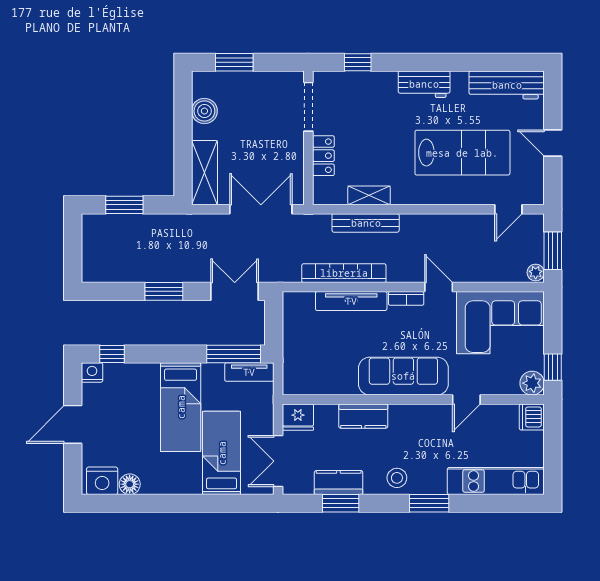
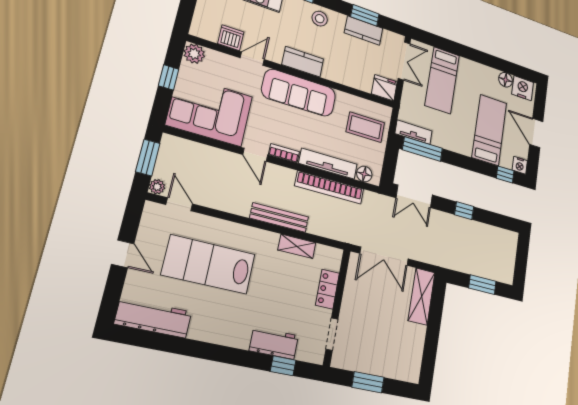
window: (234, 62) -> (368, 382), moved
workbench: (424, 84) -> (274, 343), moved
doorway: (308, 107) -> (332, 334), width x0.73
boiler: (204, 111) -> (414, 348), removed
door: (508, 209) -> (179, 204), hinge flipped
bench: (366, 223) -> (279, 218), moved
plant: (536, 273) -> (157, 187), moved
window: (164, 291) -> (464, 211), width x0.67
floor lamp: (304, 301) -> (364, 174), added
coffee table: (313, 359) -> (365, 127), added
window: (553, 367) -> (169, 77), moved
bed: (181, 407) -> (489, 130), moved
kitchen counter: (363, 416) -> (303, 62), moved
dishwasher: (532, 417) -> (231, 38), moved, turned -90
door: (73, 424) -> (536, 133), swing flipped

